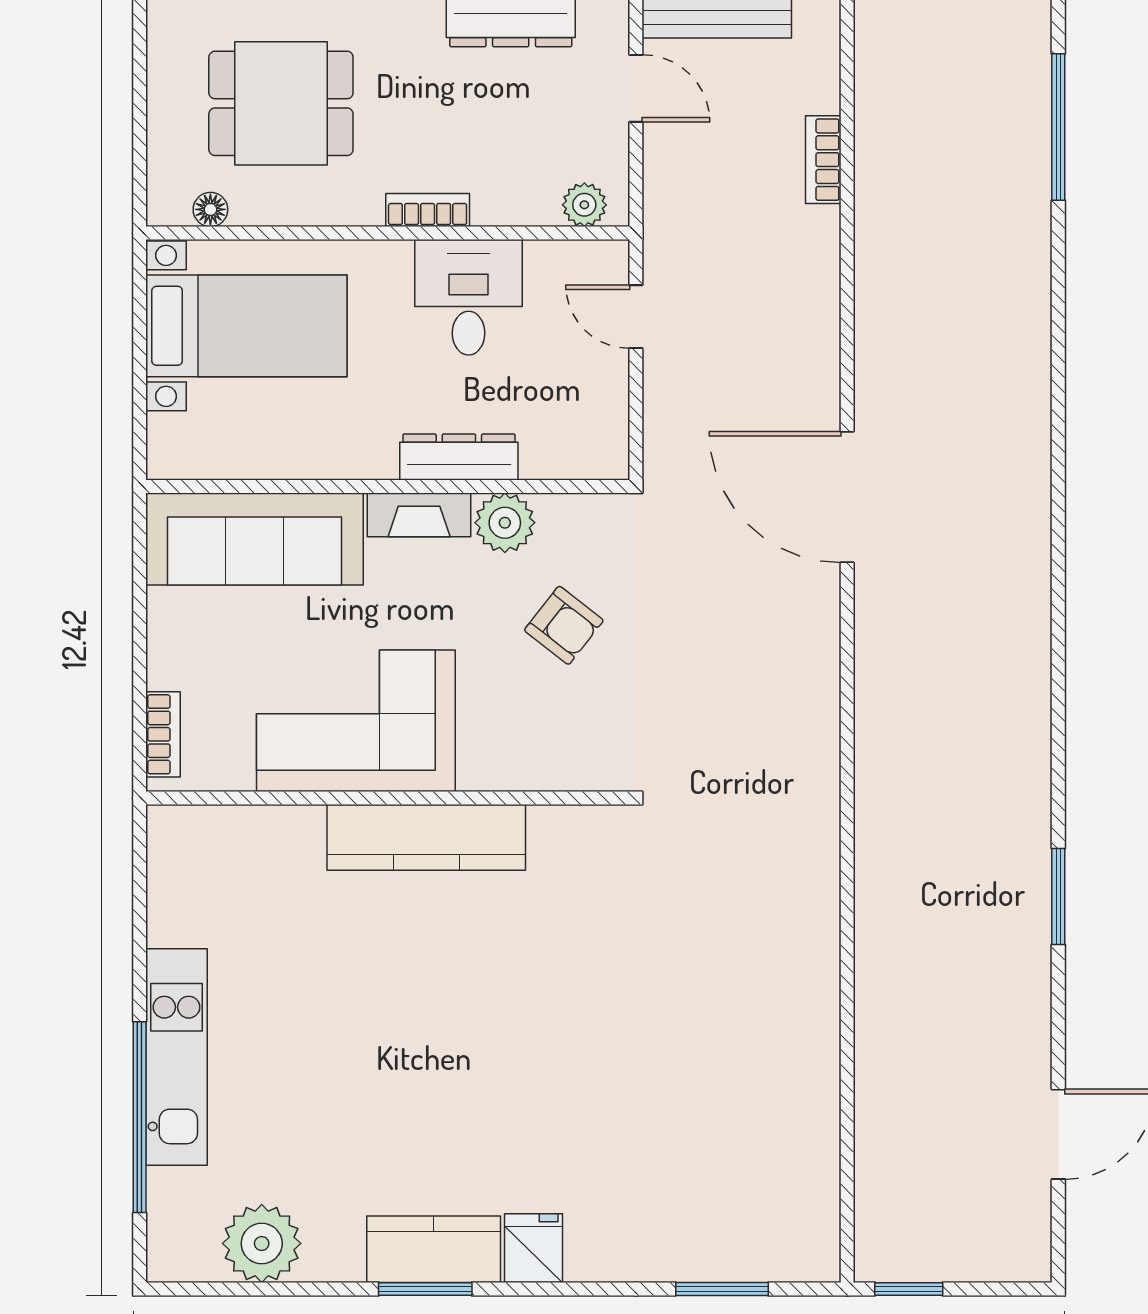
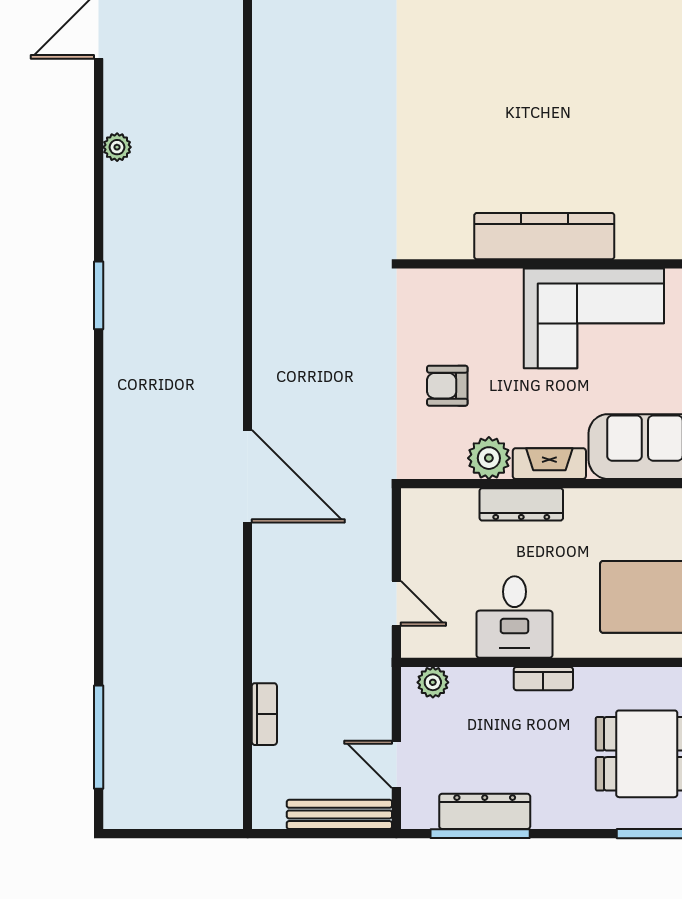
armchair: (564, 625) -> (447, 386), turned -38
window: (1058, 896) -> (99, 295), moved
plant: (1032, 964) -> (117, 147), added

